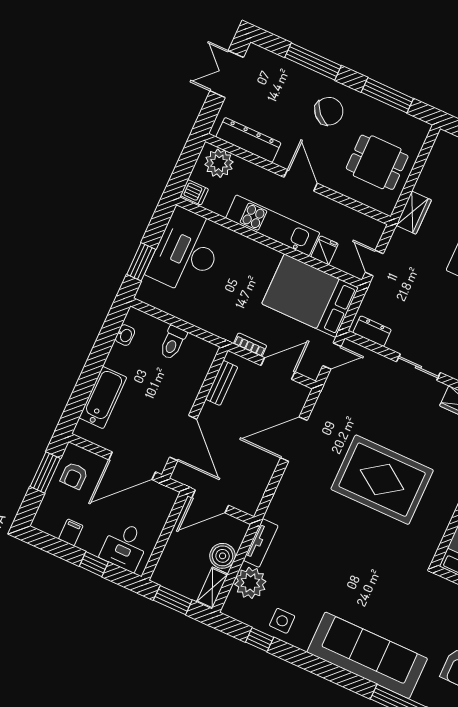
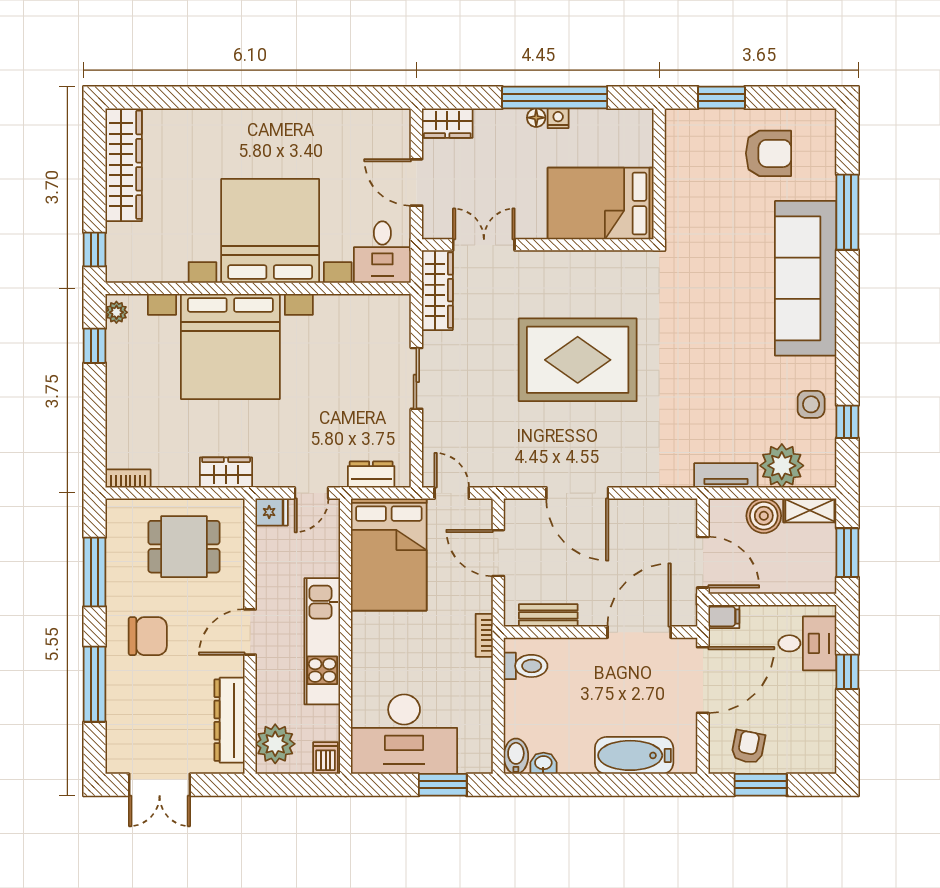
chair: (329, 111) -> (148, 636), turned 133
bookcase: (439, 146) -> (128, 478), added
dining table: (377, 162) -> (184, 547), turned 90
fridge: (325, 250) -> (272, 512), moved, turned 180
bidet: (138, 319) -> (516, 756), added
dresser: (372, 331) -> (371, 474), moved, turned 90
toilet: (173, 343) -> (526, 666), moved
bookcase: (250, 345) -> (484, 635), moved
door: (132, 466) -> (703, 680), hinge flipped
armchair: (74, 476) -> (748, 747), turned -79
rug: (382, 480) -> (578, 360), turned 90
filing cabinet: (71, 532) -> (724, 616), moved, turned 180

